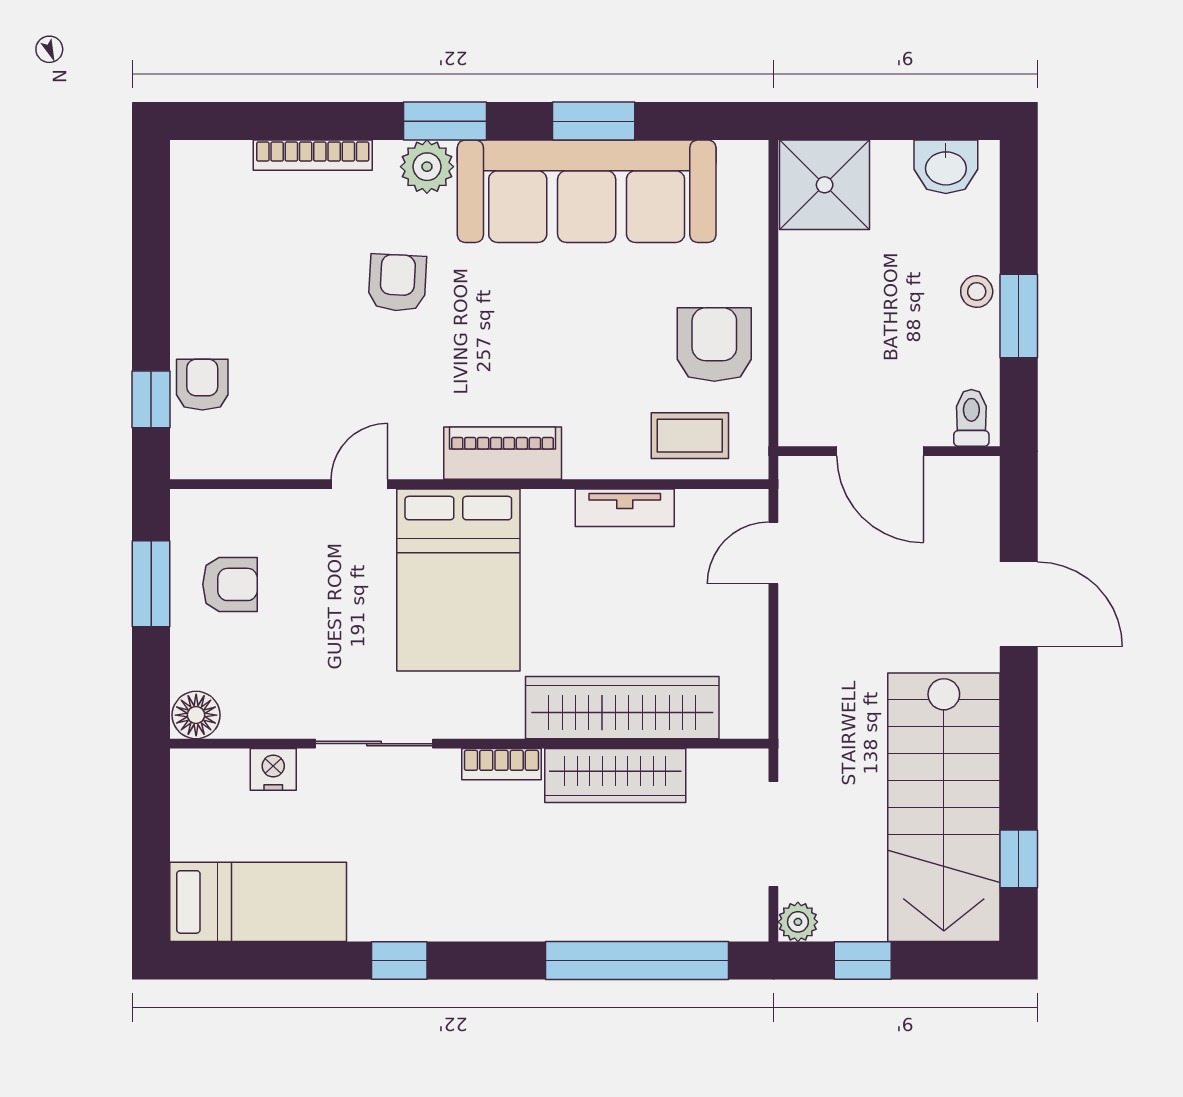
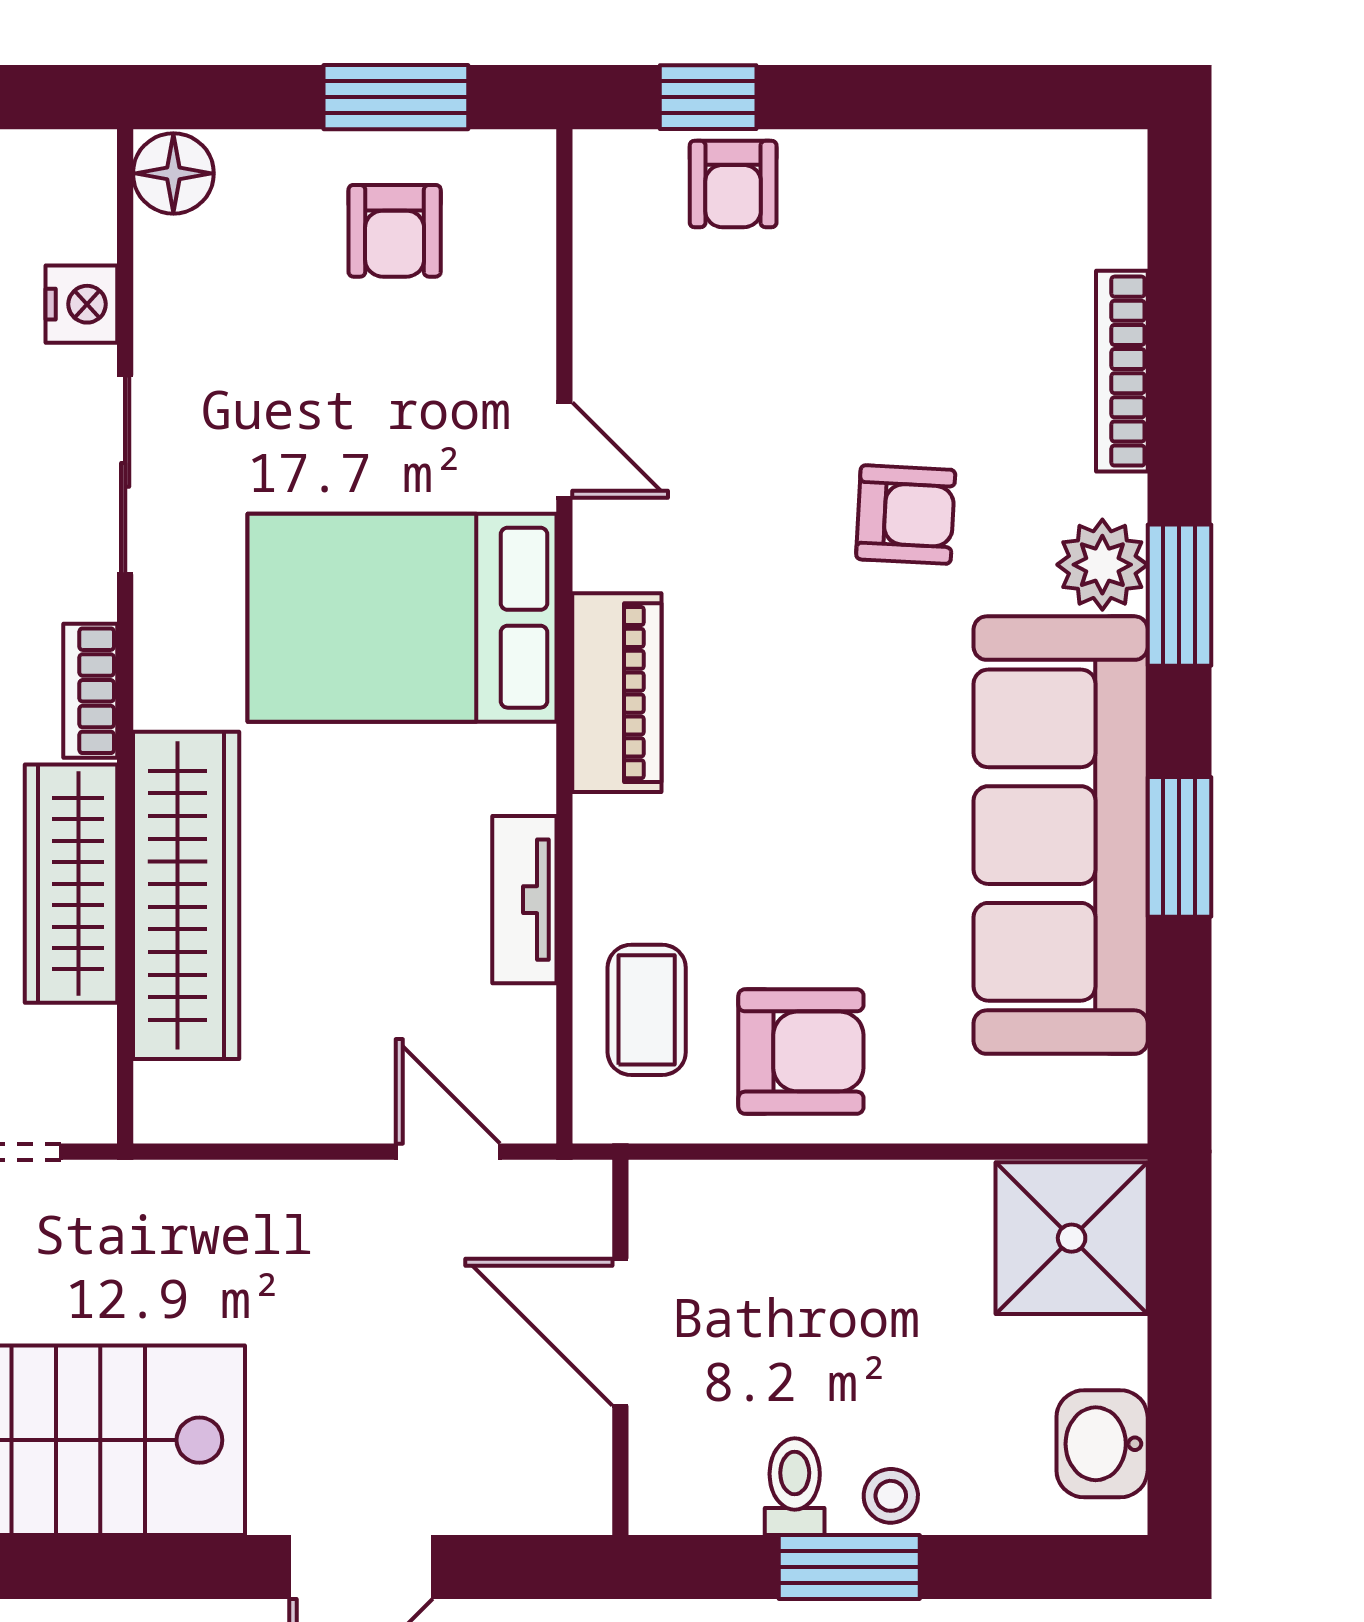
armchair: (202, 385) -> (733, 184), turned 90
toilet: (971, 418) -> (795, 1487), moved, turned -90
door: (880, 451) -> (620, 1332), hinge flipped

